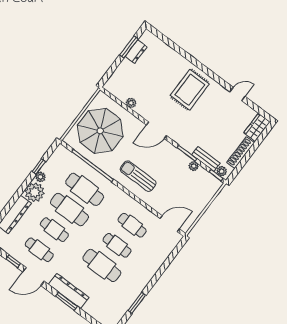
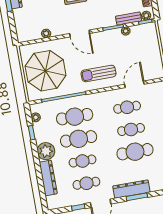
door: (156, 130) -> (80, 33), hinge flipped
plant: (40, 177) -> (36, 117), moved
door: (170, 224) -> (134, 84), moved

